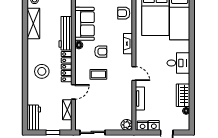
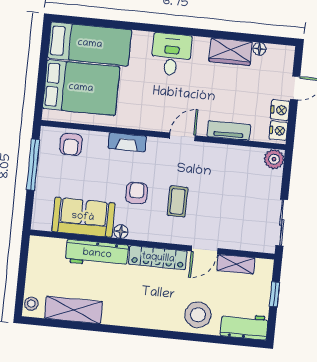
stool: (42, 71) -> (198, 315), moved
door: (73, 92) -> (205, 250), swing flipped

